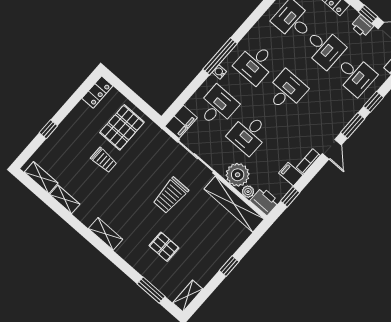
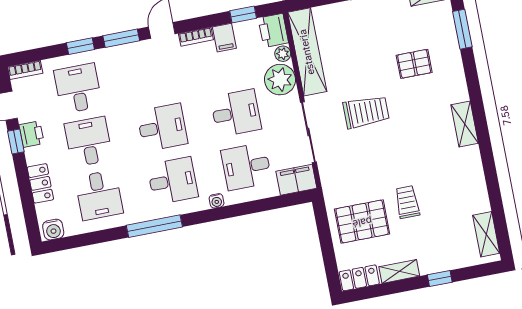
window: (220, 56) -> (154, 226), moved
desk: (286, 91) -> (162, 127), turned 180
shelving: (65, 199) -> (399, 271), moved, turned 90
pallet: (164, 247) -> (414, 64), turned 90

